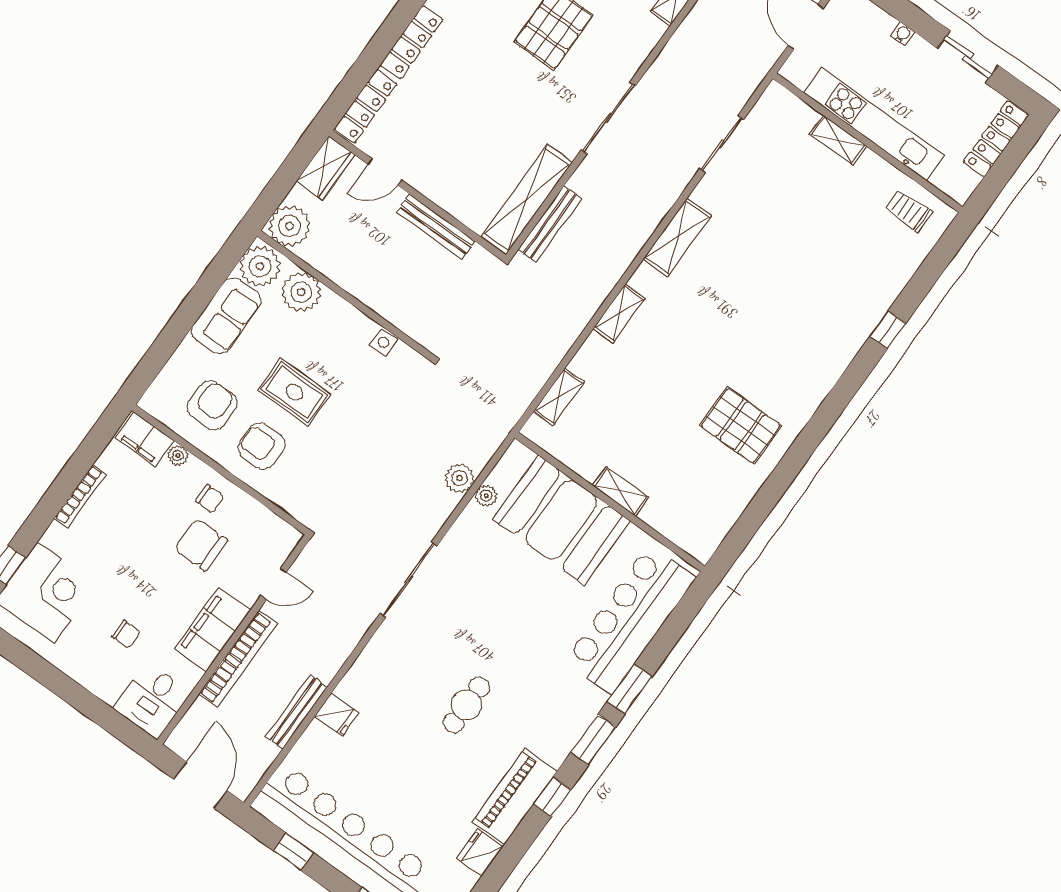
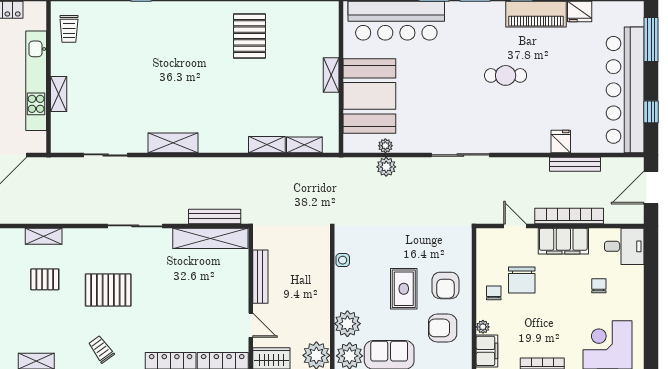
shelving: (619, 313) -> (267, 145), moved

